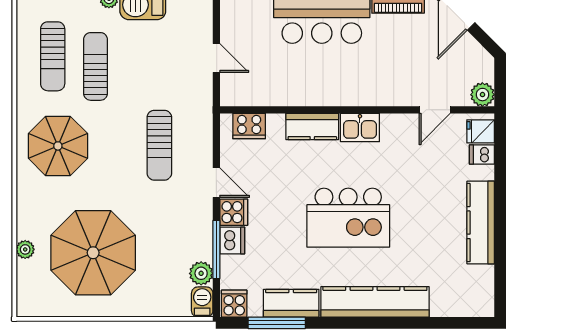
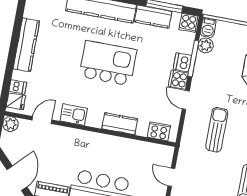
kitchen sink: (360, 127) -> (74, 115), moved

